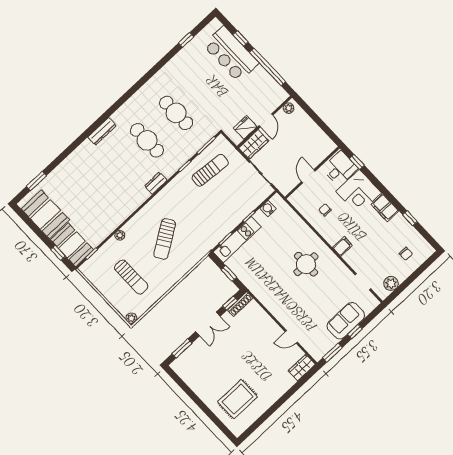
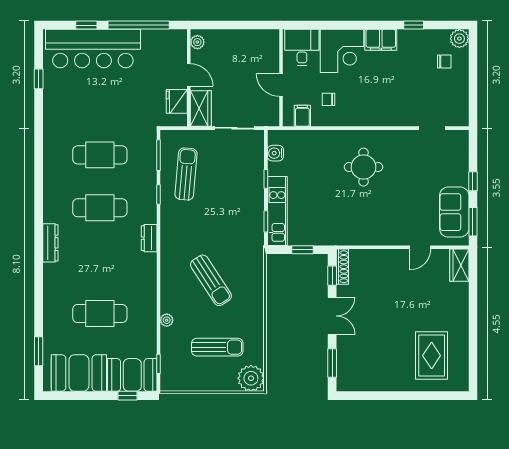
bar counter: (231, 54) -> (93, 49), width x1.36
window: (357, 162) -> (311, 25), removed
cafe table: (89, 195) -> (100, 314), added
filing cabinet: (342, 246) -> (302, 116), moved
plant: (391, 283) -> (459, 39), moved
plant: (131, 318) -> (251, 378), width x1.87, depth x1.87
sofa: (346, 321) -> (454, 212), moved

